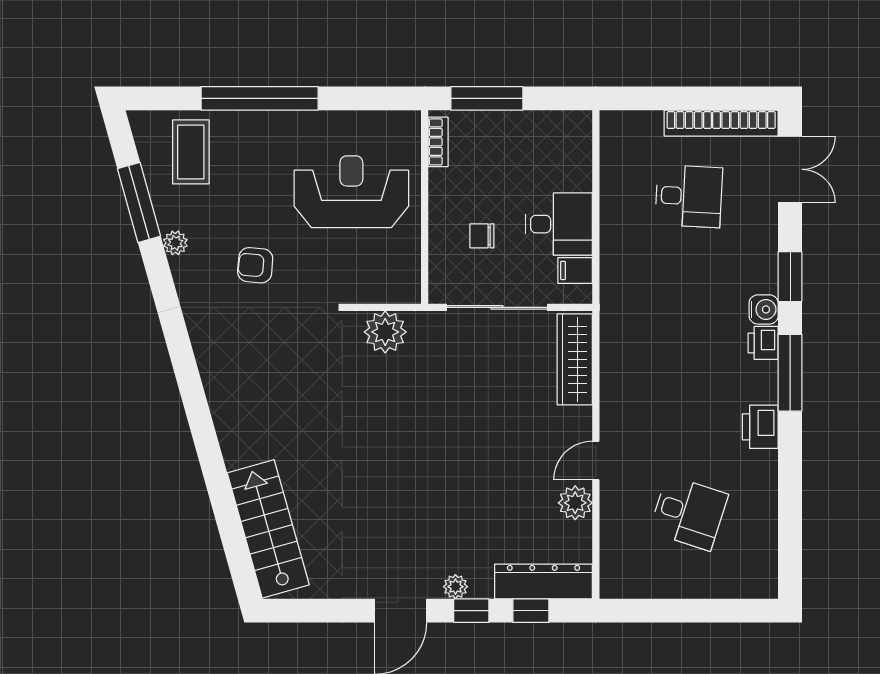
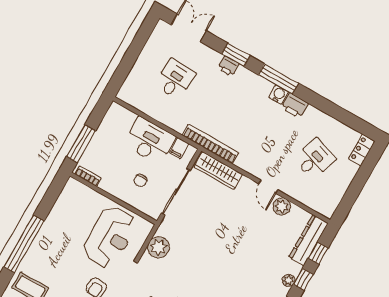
bookcase: (721, 123) -> (210, 144), moved, turned -90
reception desk: (351, 192) -> (110, 237), moved, turned 180
desk: (559, 224) -> (149, 141), width x1.37
water cooler: (764, 309) -> (279, 94), moved
printer: (763, 343) -> (229, 66), moved
locker: (750, 584) -> (362, 150), added

